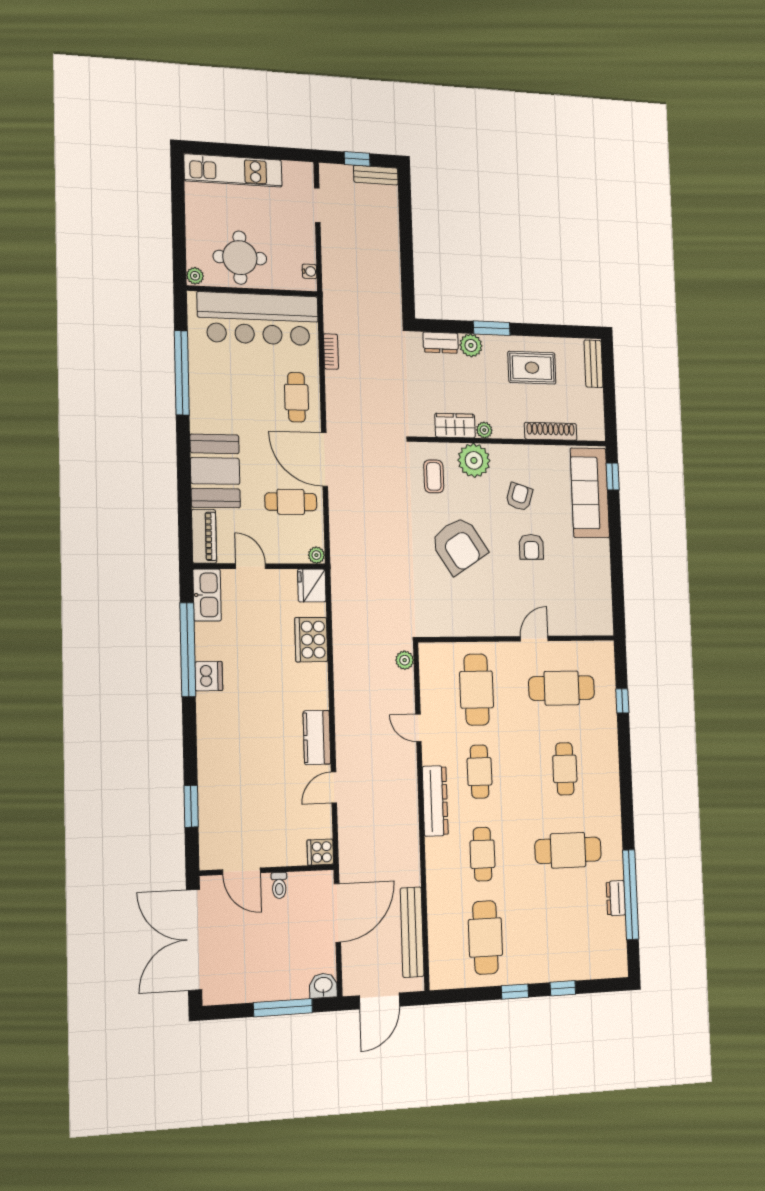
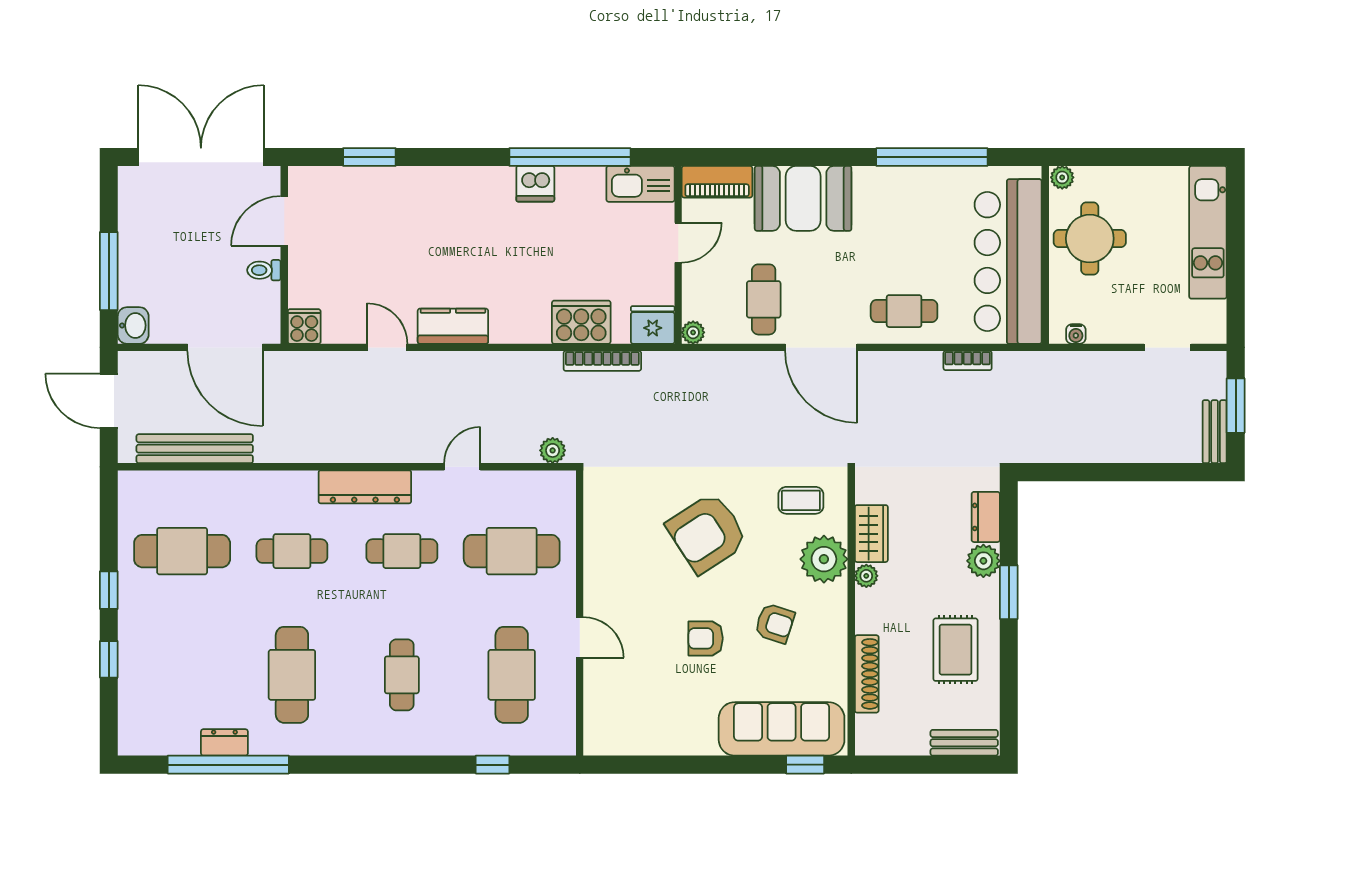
window: (357, 159) -> (1236, 406), width x1.50
door: (325, 460) -> (821, 347), swing flipped
bookcase: (339, 623) -> (602, 361), added
cafe table: (565, 769) -> (402, 675), turned 90

